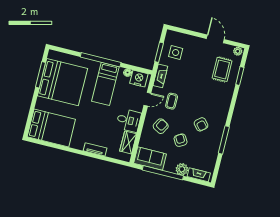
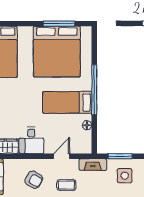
nightstand: (139, 79) -> (83, 140), removed
door: (147, 99) -> (62, 156), swing flipped

